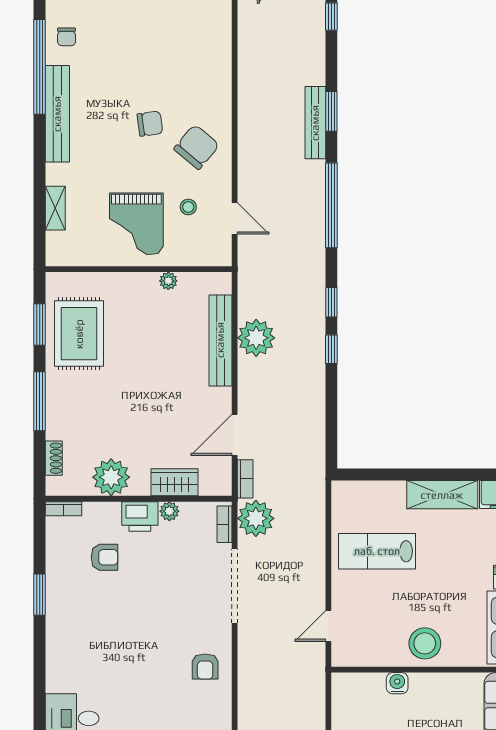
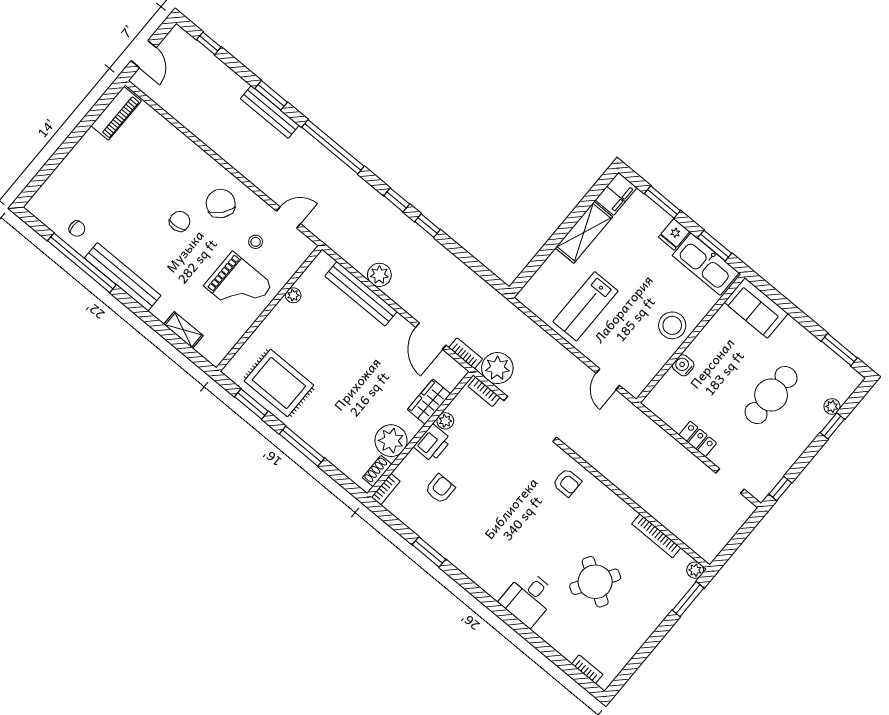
plant: (256, 338) -> (379, 275), width x0.73, depth x0.73
shoe rack: (54, 458) -> (377, 471), moved, turned -90

